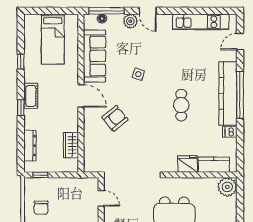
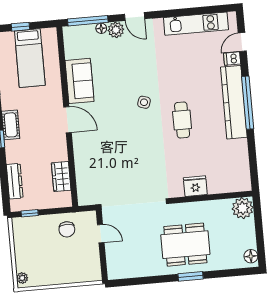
window: (47, 11) -> (20, 27), added
floor lamp: (102, 19) -> (101, 28), moved
sofa: (95, 56) -> (80, 81), width x0.73
side table: (138, 74) -> (144, 102), moved
armchair: (115, 118) -> (108, 142), removed
dishwasher: (230, 132) -> (232, 59), moved
kitchen counter: (214, 165) -> (225, 184), removed
chair: (41, 208) -> (67, 229), moved

